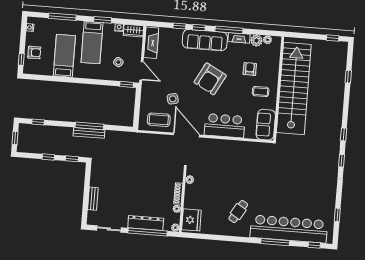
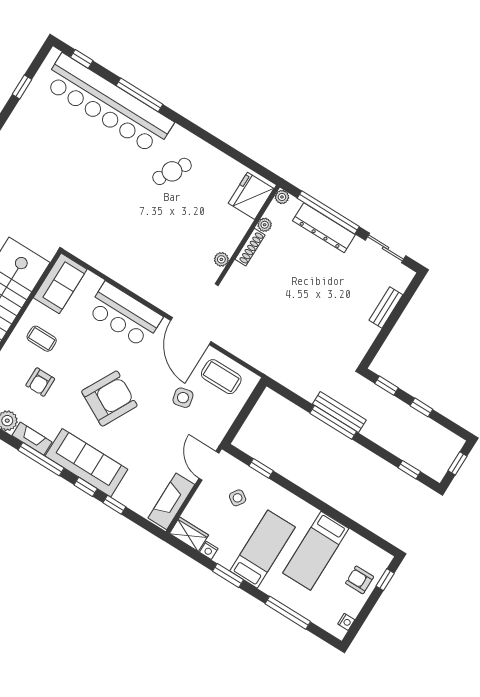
window: (127, 84) -> (261, 468), moved

